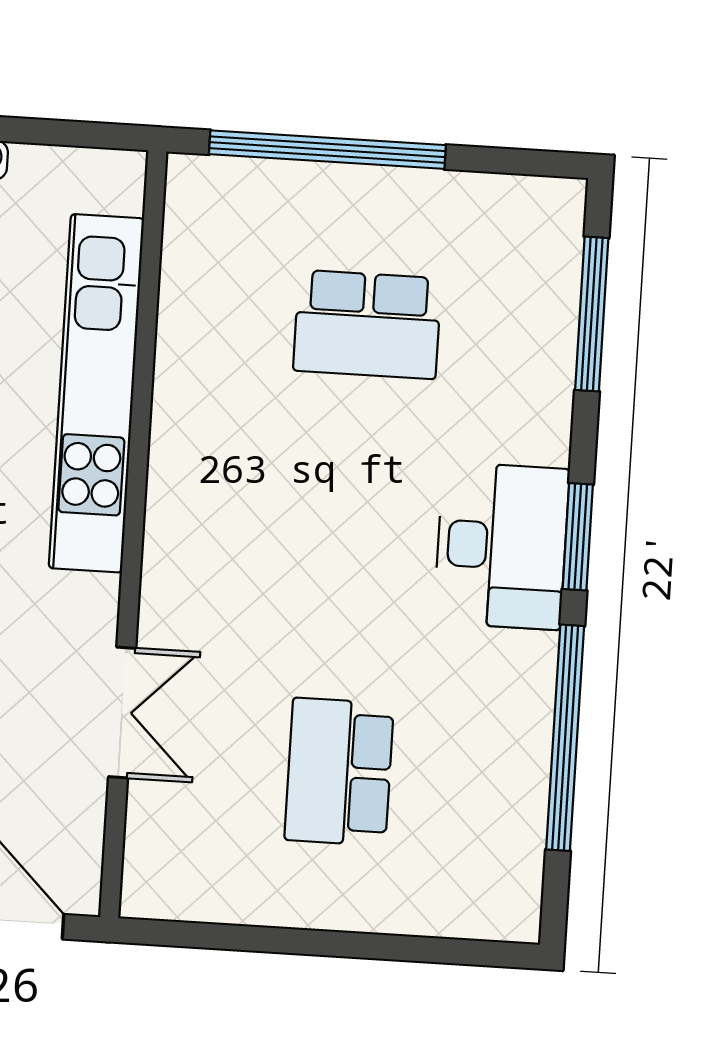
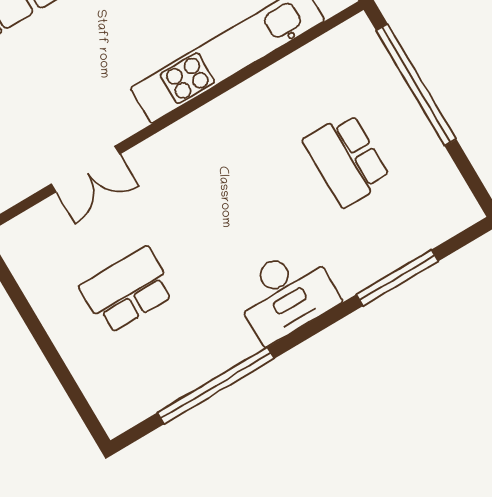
window: (592, 314) -> (397, 278), moved
window: (578, 537) -> (314, 327), removed

